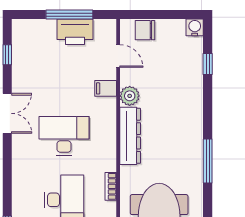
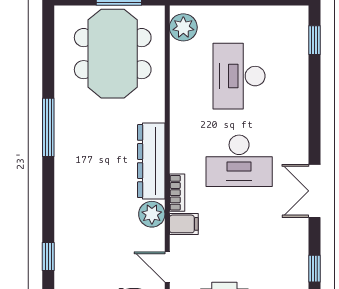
bookcase: (111, 186) -> (177, 193), moved

